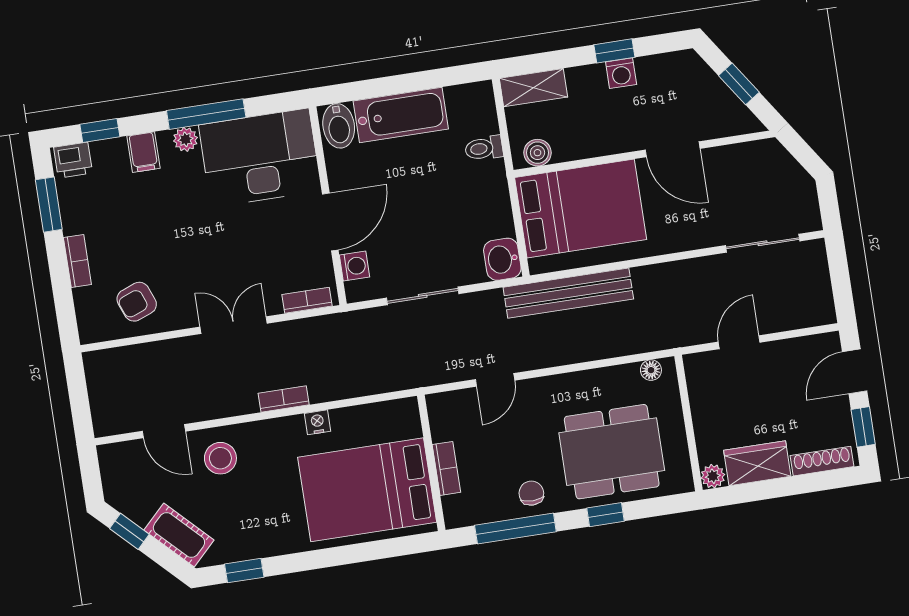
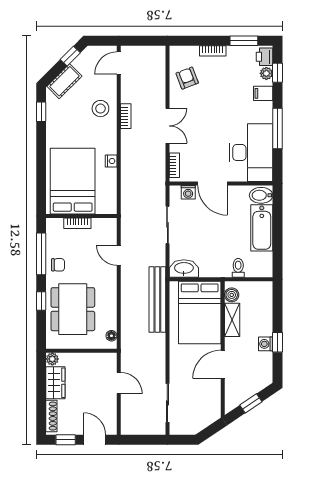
shelving: (533, 88) -> (232, 320), moved
plant: (185, 139) -> (266, 73), moved
washbasin: (502, 259) -> (184, 268), width x1.38
bookcase: (284, 399) -> (126, 116), moved
door: (164, 431) -> (119, 63), moved

